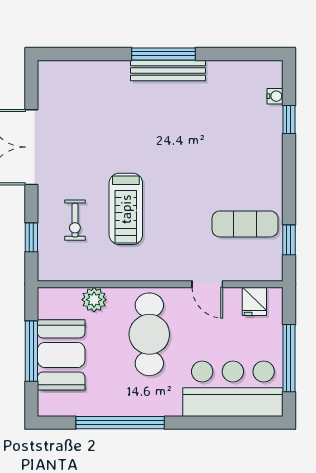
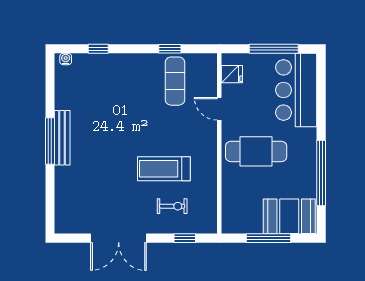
water cooler: (275, 96) -> (66, 59), moved
treadmill: (126, 209) -> (164, 169), turned 180
window: (289, 240) -> (170, 49), moved
door: (207, 284) -> (219, 109), swing flipped
plant: (94, 300) -> (231, 192), removed
booth: (61, 355) -> (289, 216), moved

